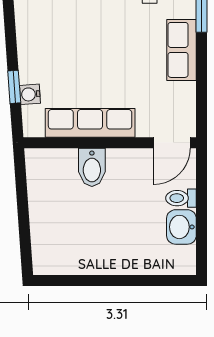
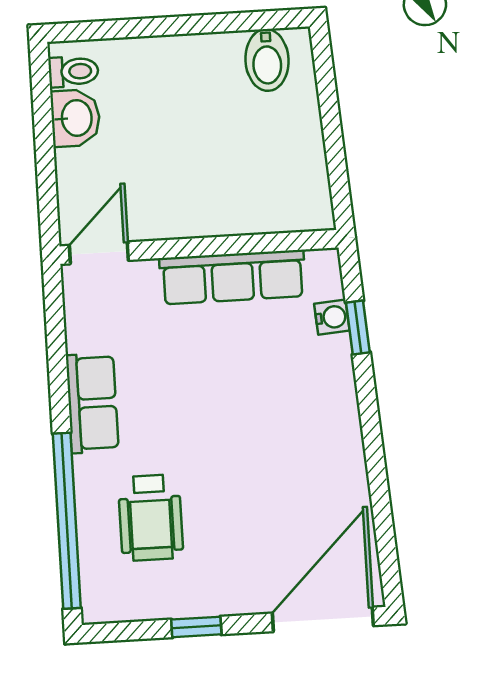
bidet: (92, 167) -> (267, 60), moved, turned 180
toilet: (181, 198) -> (73, 72), moved

